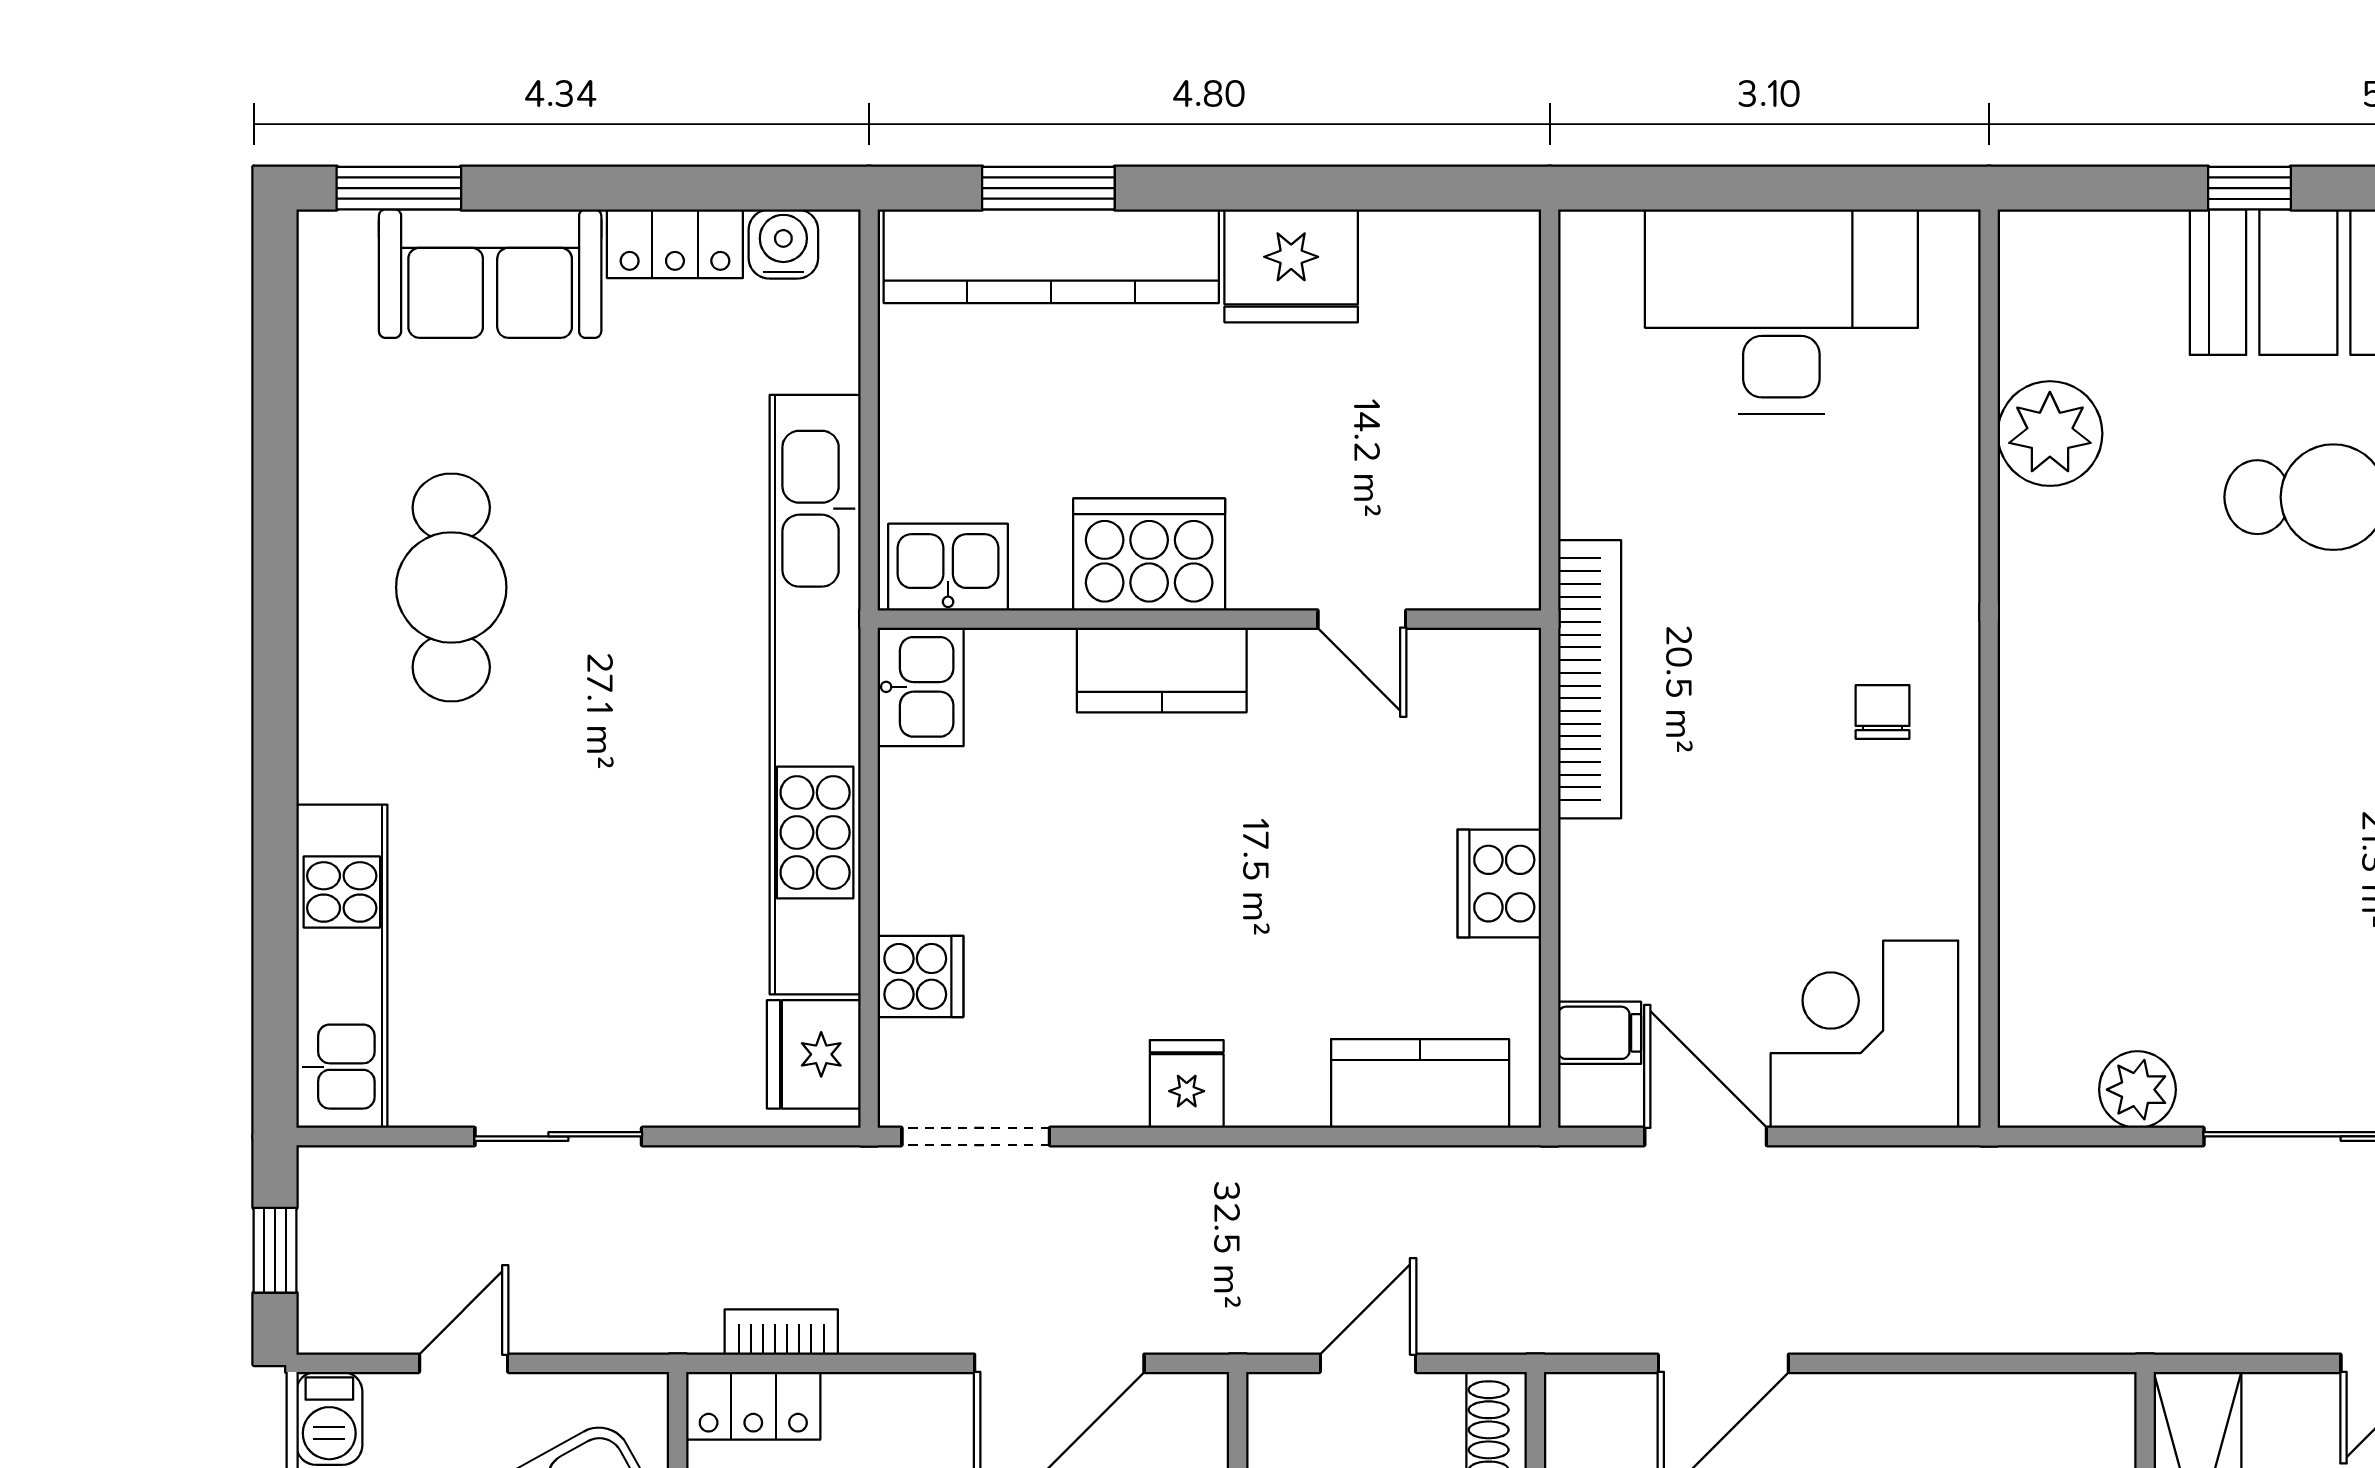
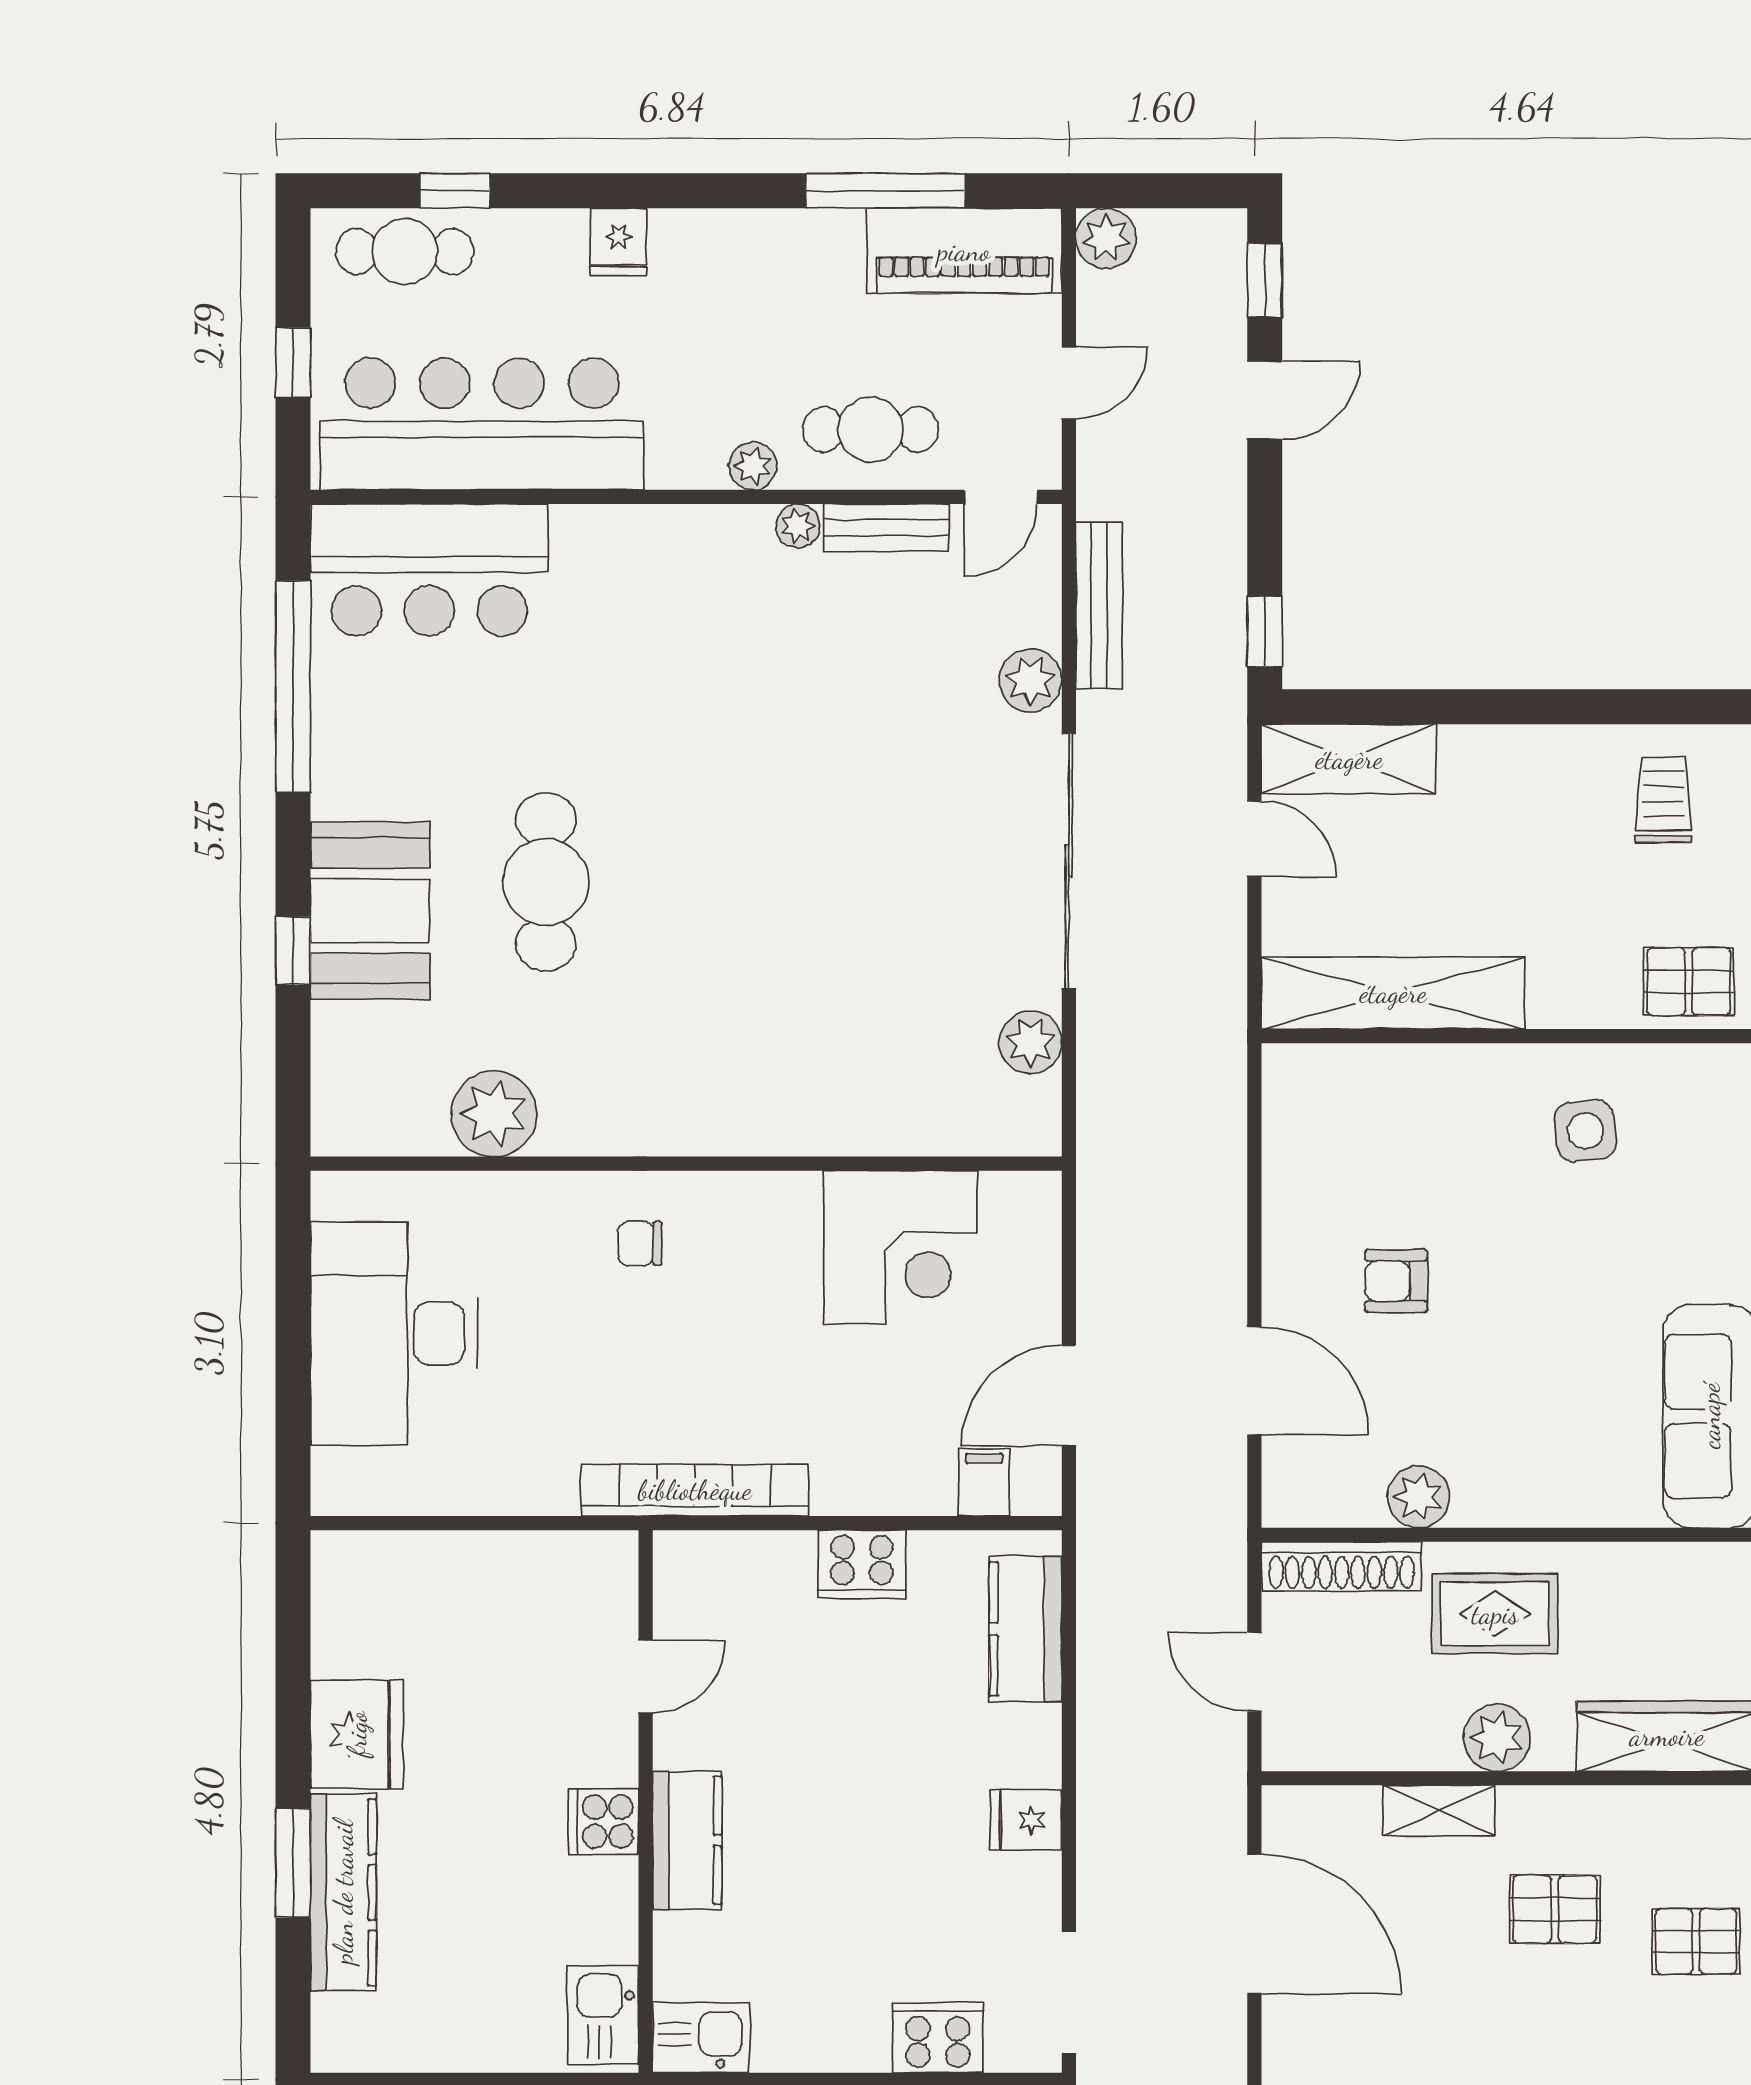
window: (1048, 188) -> (293, 1863), moved
kitchen counter: (1051, 256) -> (343, 1892), width x0.72, depth x0.86
cooker: (1149, 554) -> (604, 1822), width x0.53, depth x0.76
chair: (1883, 712) -> (640, 1243), moved
cooker: (920, 976) -> (938, 2038), width x1.36
corner desk: (1864, 1034) -> (901, 1247), moved, turned -90

